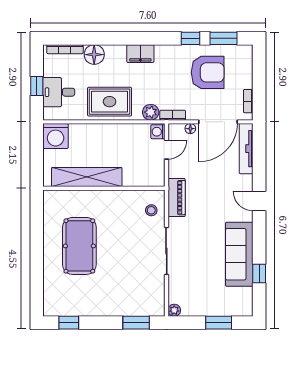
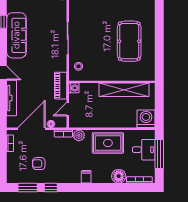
filing cabinet: (140, 54) -> (86, 177), width x0.50
armchair: (208, 72) -> (39, 164), width x0.53, depth x0.53
window: (37, 86) -> (159, 154), width x2.17
washing machine: (158, 132) -> (74, 88), moved
tv unit: (246, 149) -> (12, 98), moved
piano: (177, 198) -> (61, 86), moved

